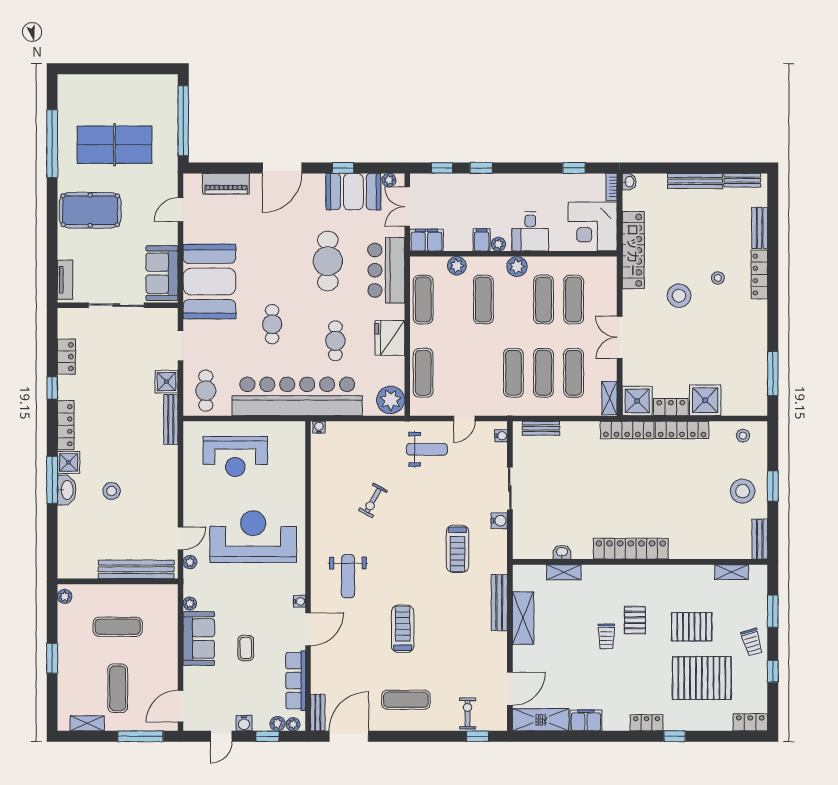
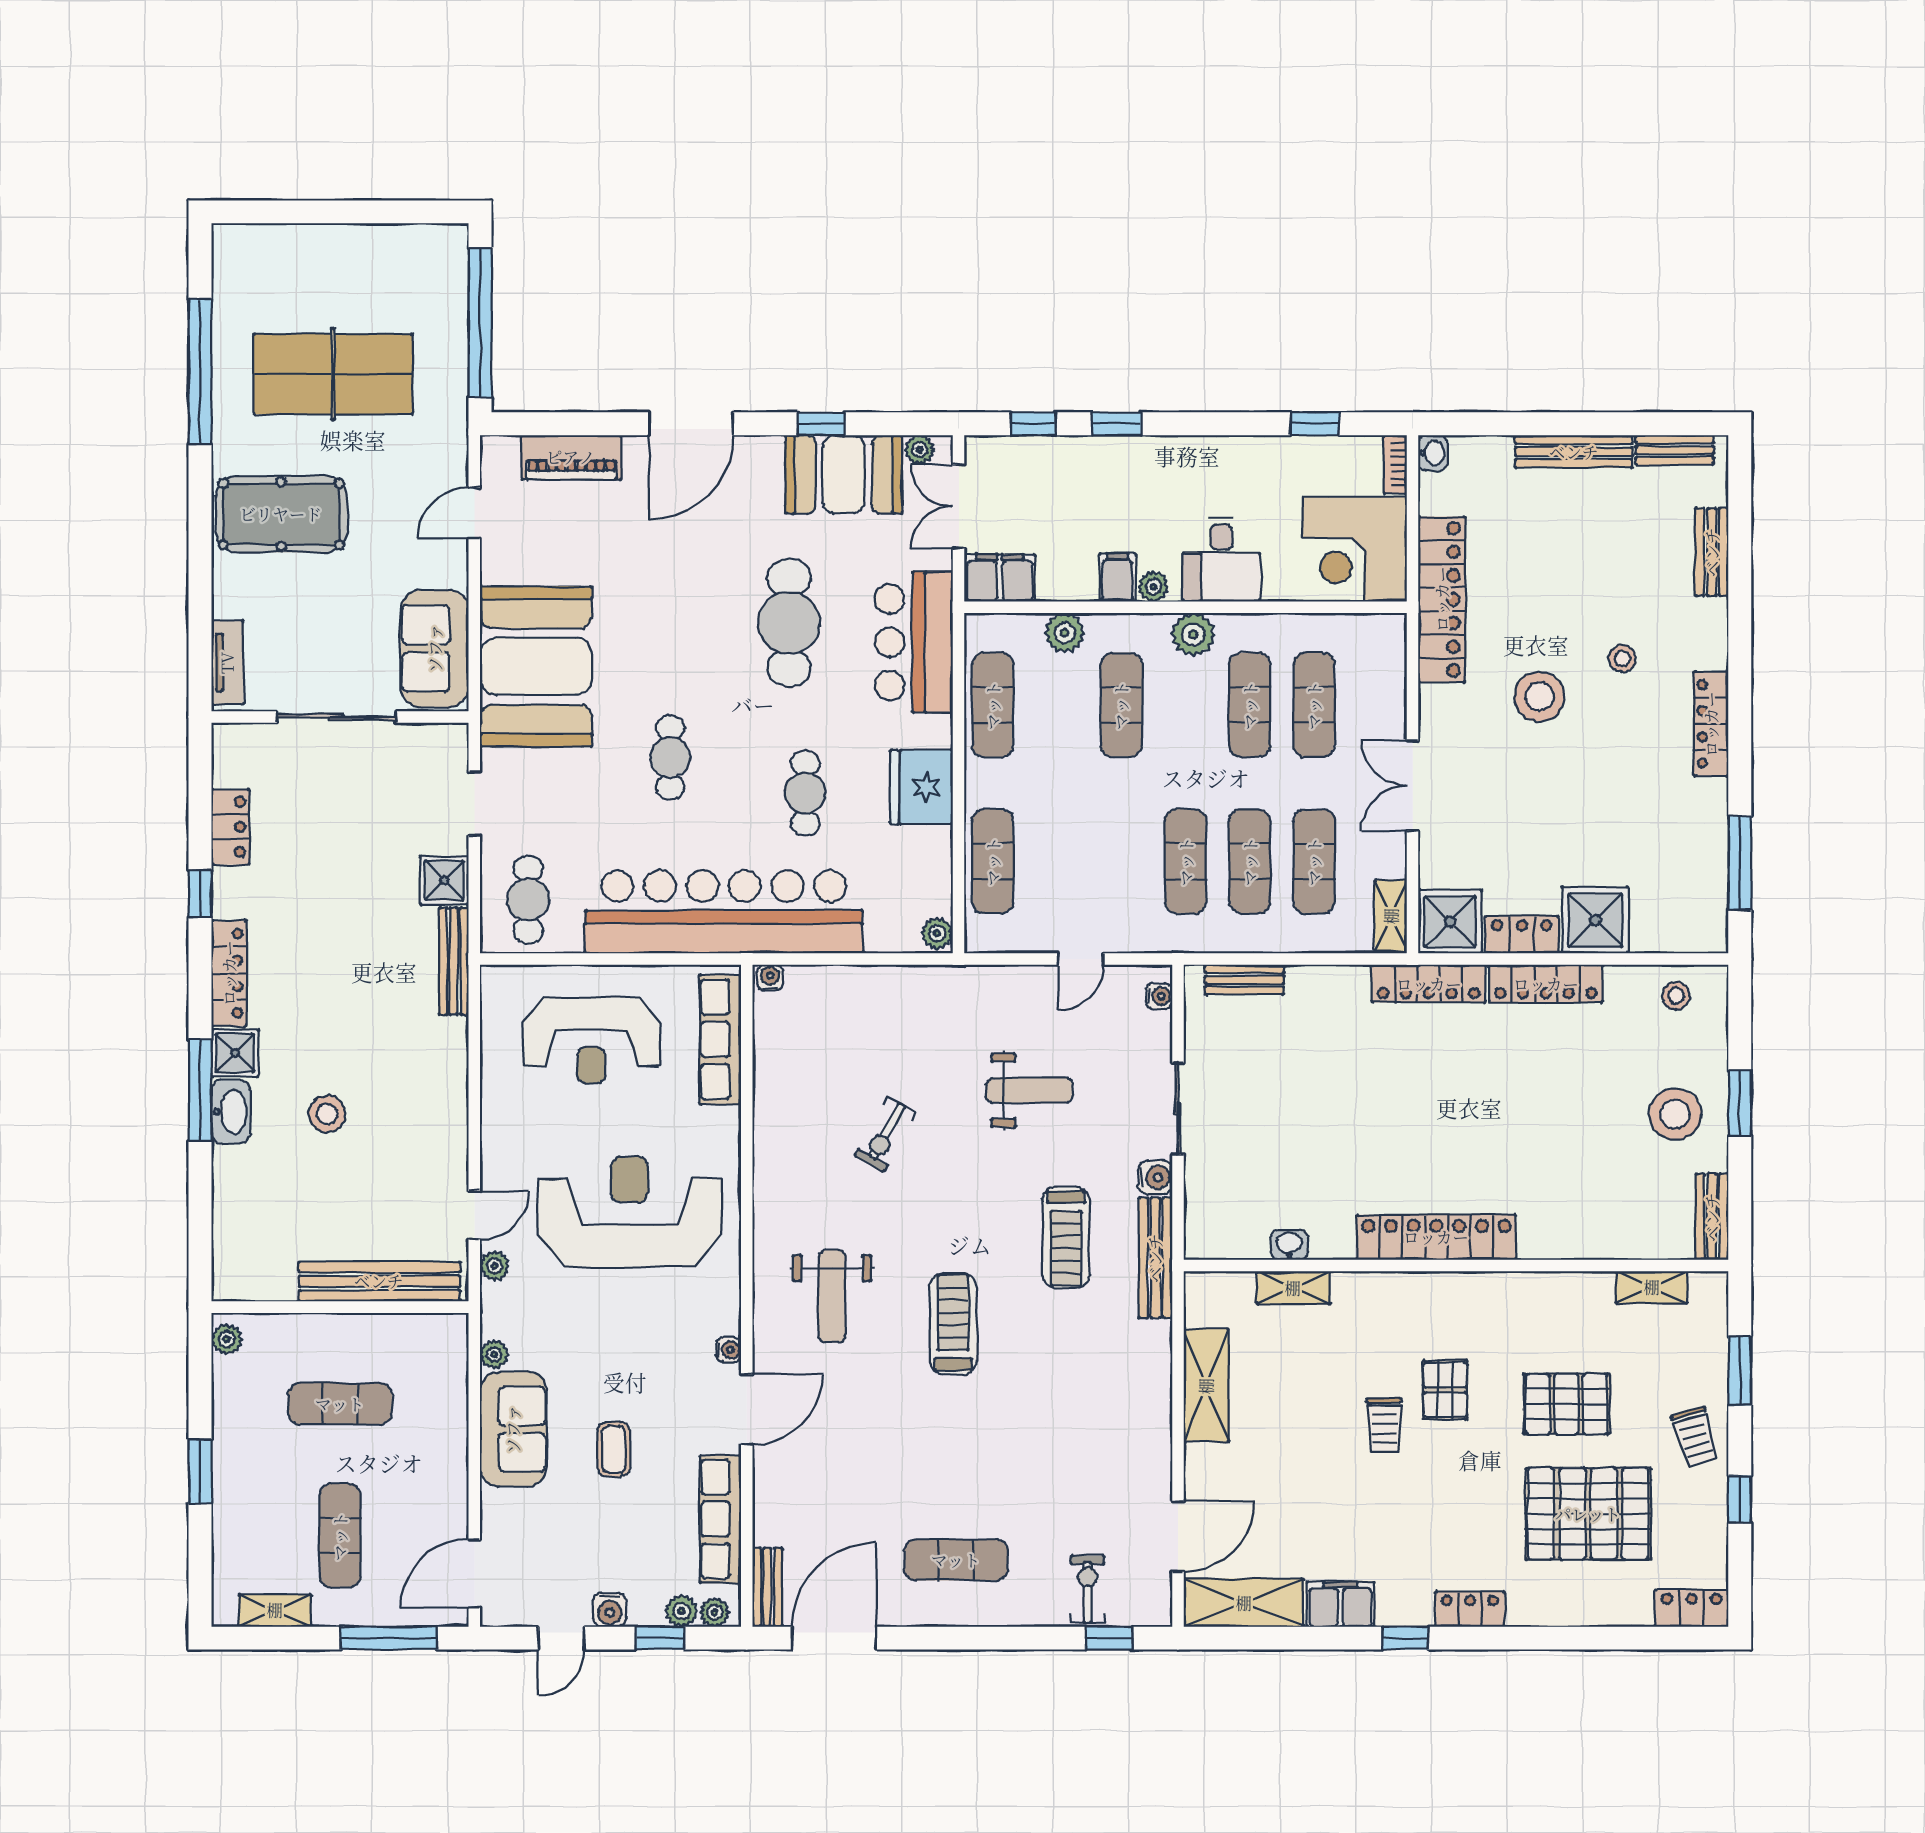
locker: (759, 274) -> (1711, 724), moved
plant: (391, 400) -> (937, 933), width x0.53, depth x0.53
weight bench: (427, 449) -> (1029, 1090), moved
row of seats: (296, 456) -> (720, 1039), added
bench: (499, 603) -> (1155, 1258), moved
treadmill: (403, 629) -> (953, 1324), moved
window: (675, 736) -> (1405, 1638), moved

